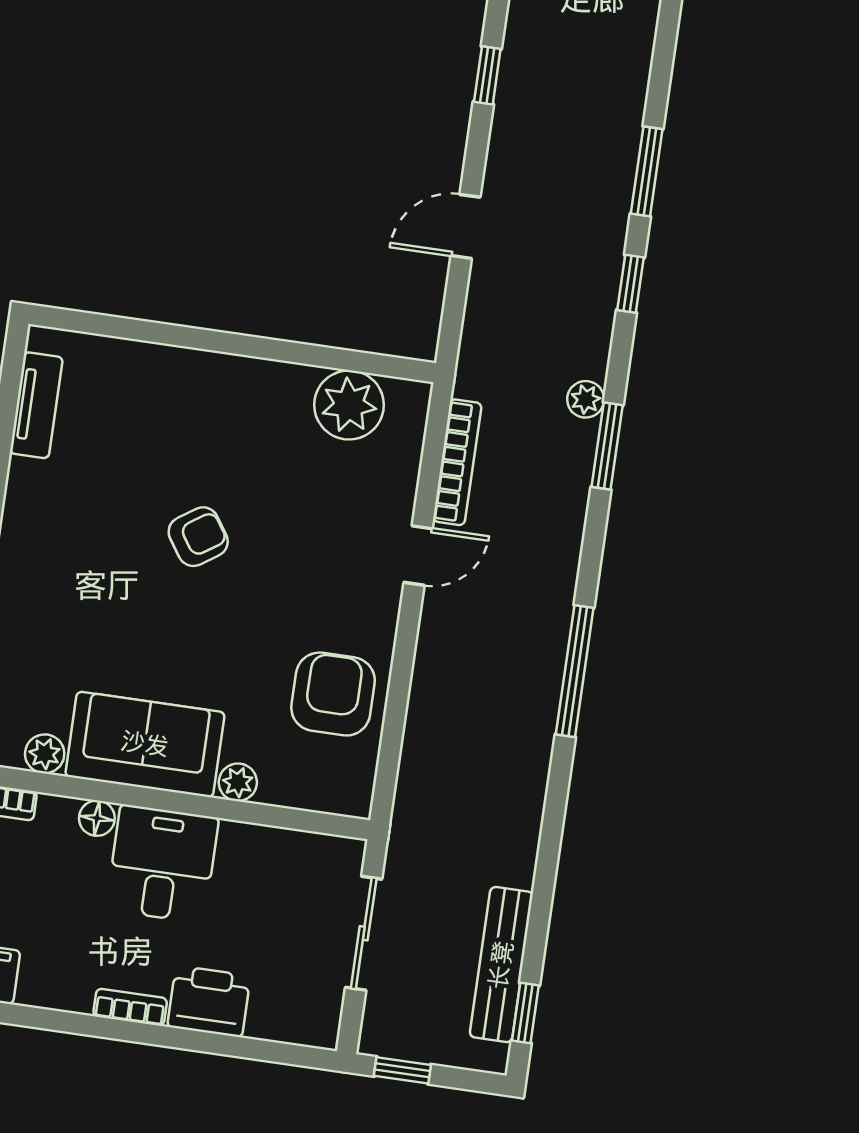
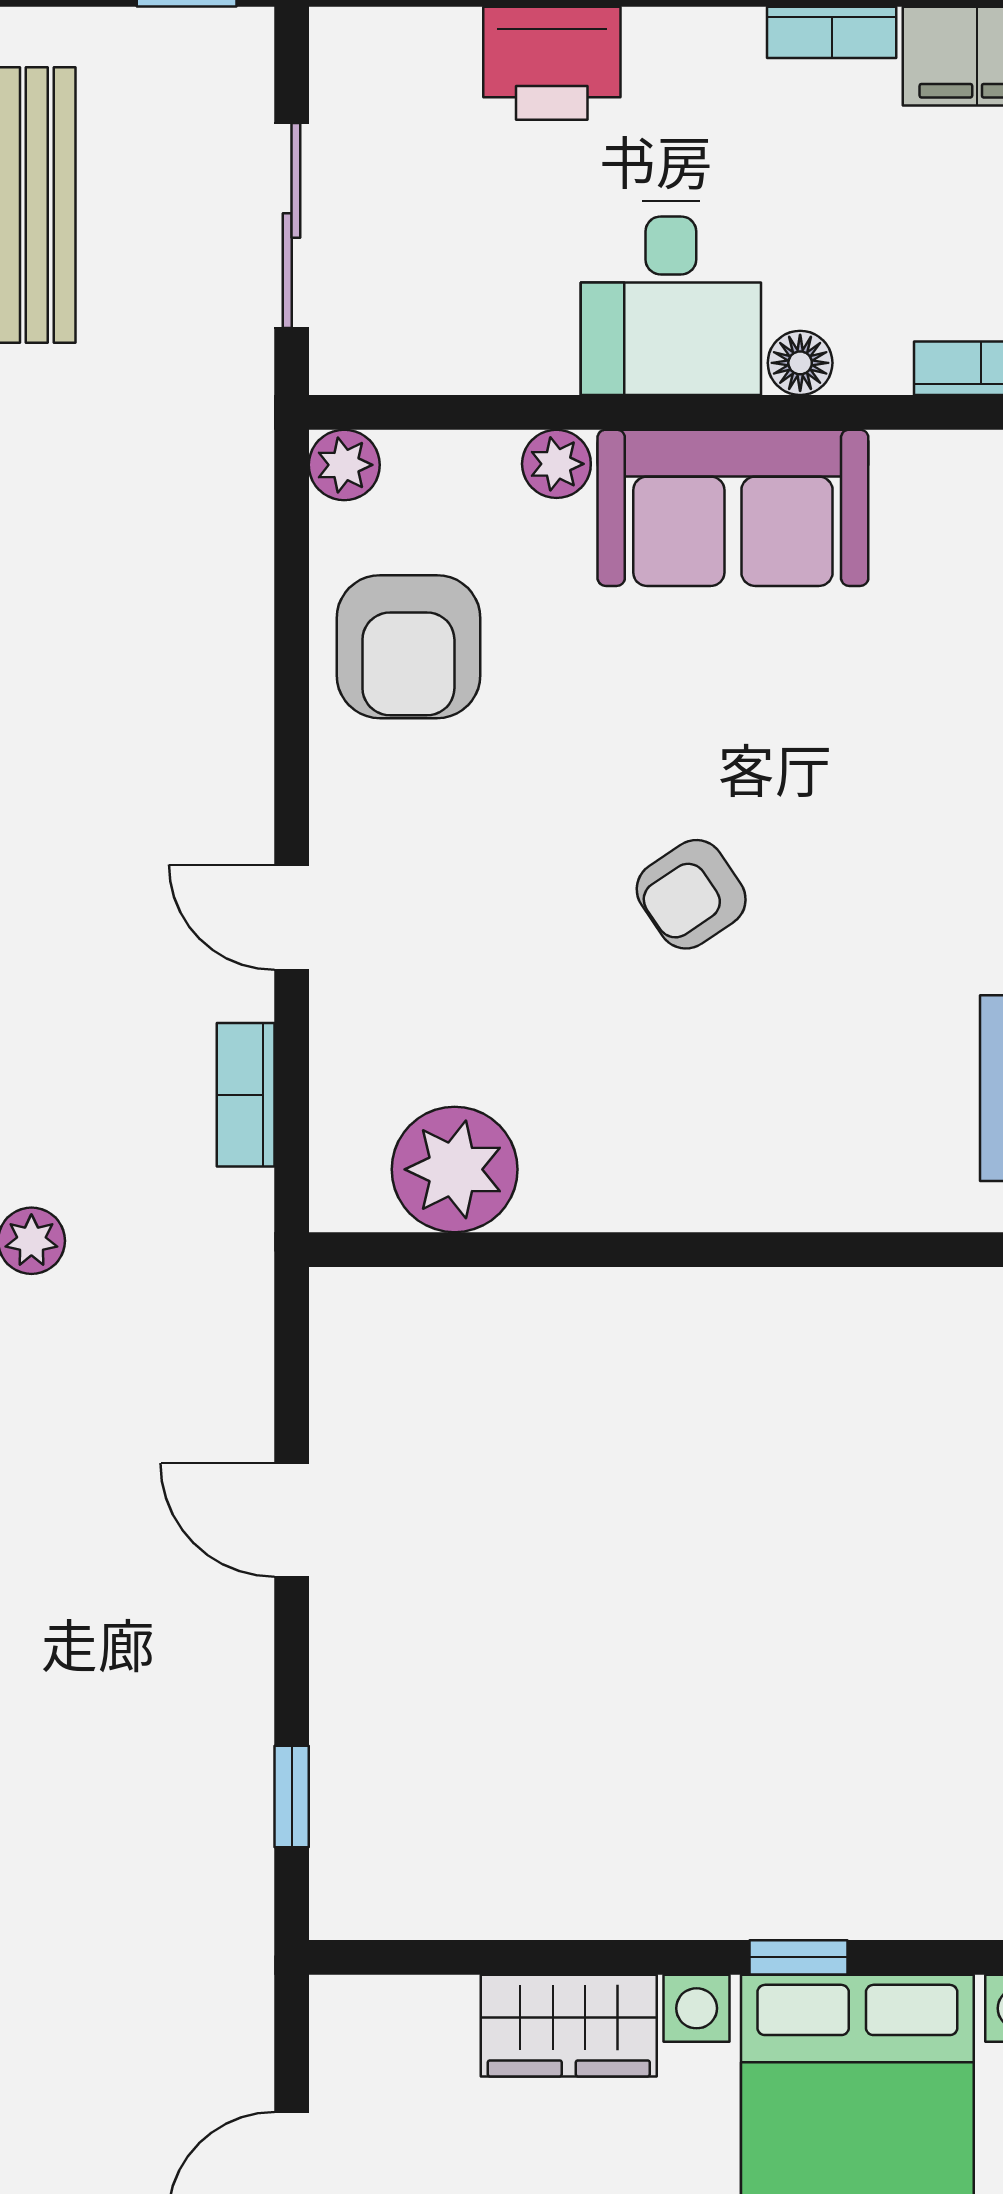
door: (466, 226) -> (292, 1520), swing flipped
bookcase: (457, 462) -> (246, 1095), width x0.64
door: (418, 555) -> (292, 917), hinge flipped
plant: (45, 754) -> (344, 465), moved
bookcase: (130, 1007) -> (832, 32), moved

